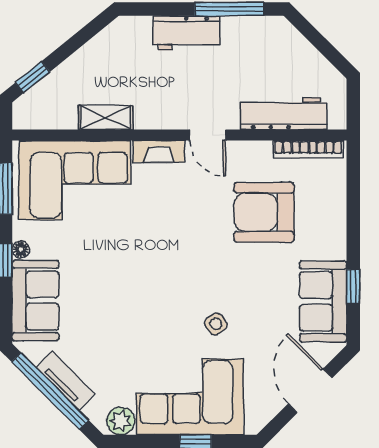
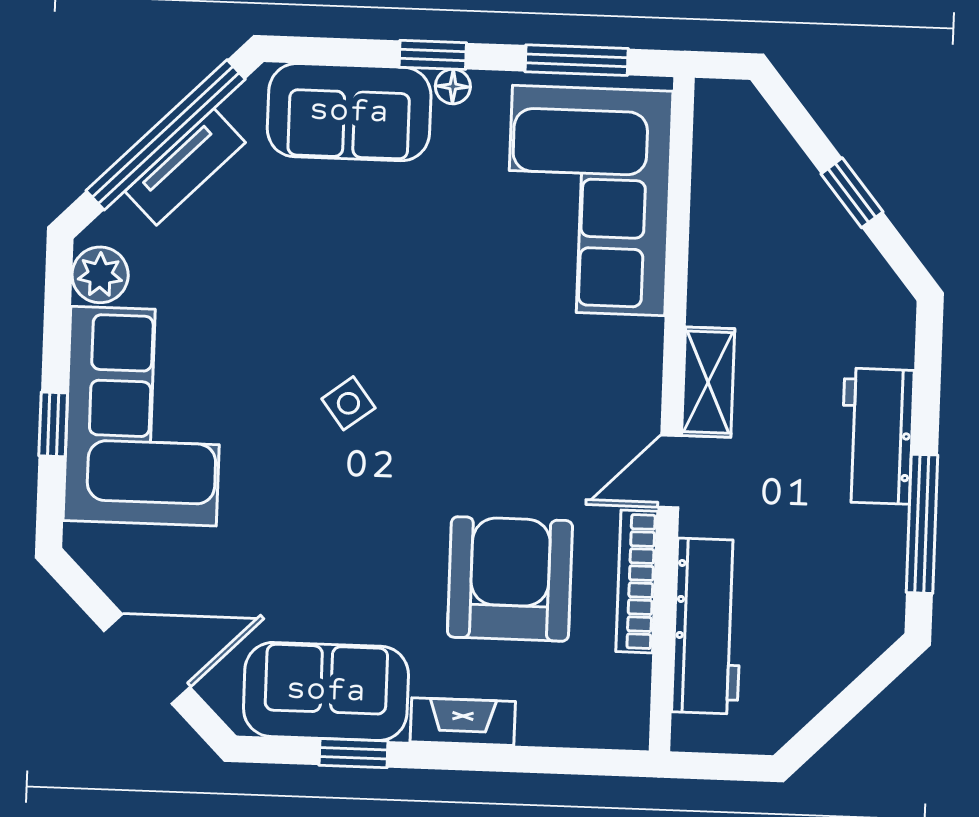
window: (33, 77) -> (852, 193), moved
shelving: (106, 118) -> (708, 382), moved
bookcase: (308, 149) -> (637, 581), moved
fireplace: (159, 151) -> (463, 722), moved, turned 90
side table: (216, 324) -> (348, 403), moved

